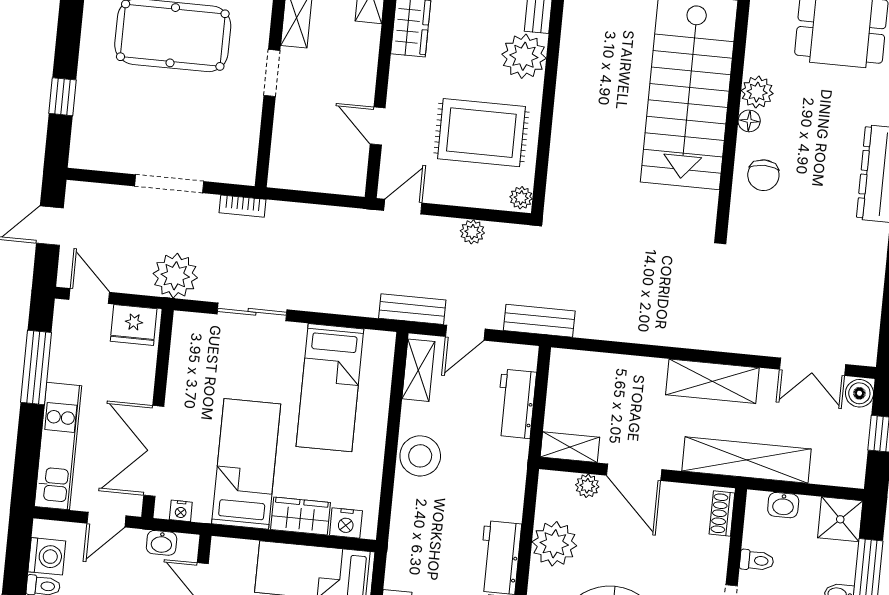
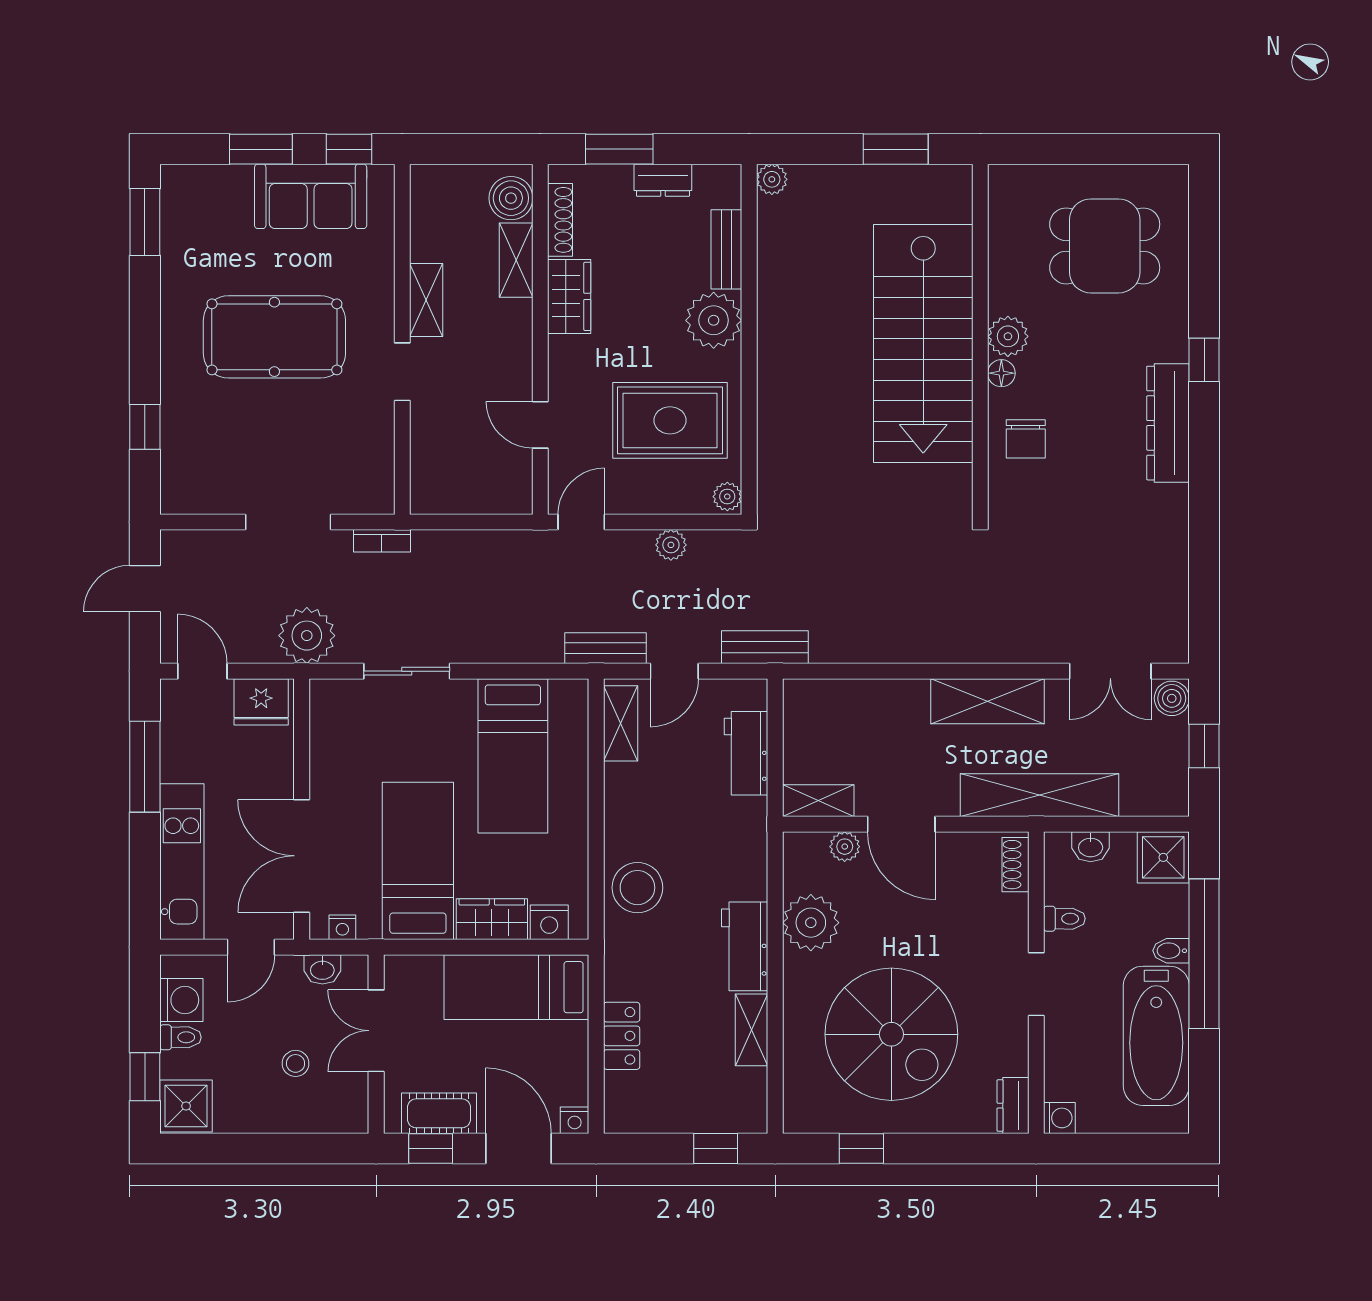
stool: (420, 456) -> (637, 888), moved

